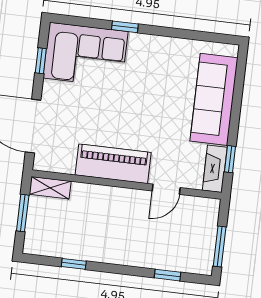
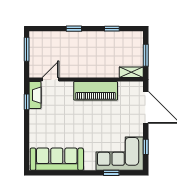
window: (125, 27) -> (111, 173), moved
sofa: (214, 99) -> (57, 159), moved, turned -90
door: (166, 189) -> (50, 79), moved
window: (167, 275) -> (74, 29), moved

